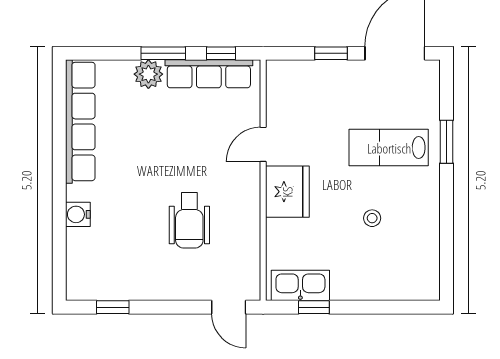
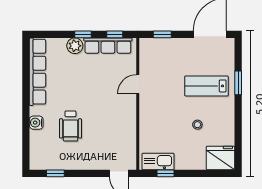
window: (163, 53) -> (83, 34), width x0.67
window: (331, 53) -> (162, 34), moved
fridge: (287, 192) -> (221, 158), moved, turned -90
wheelchair: (189, 220) -> (70, 126), moved

